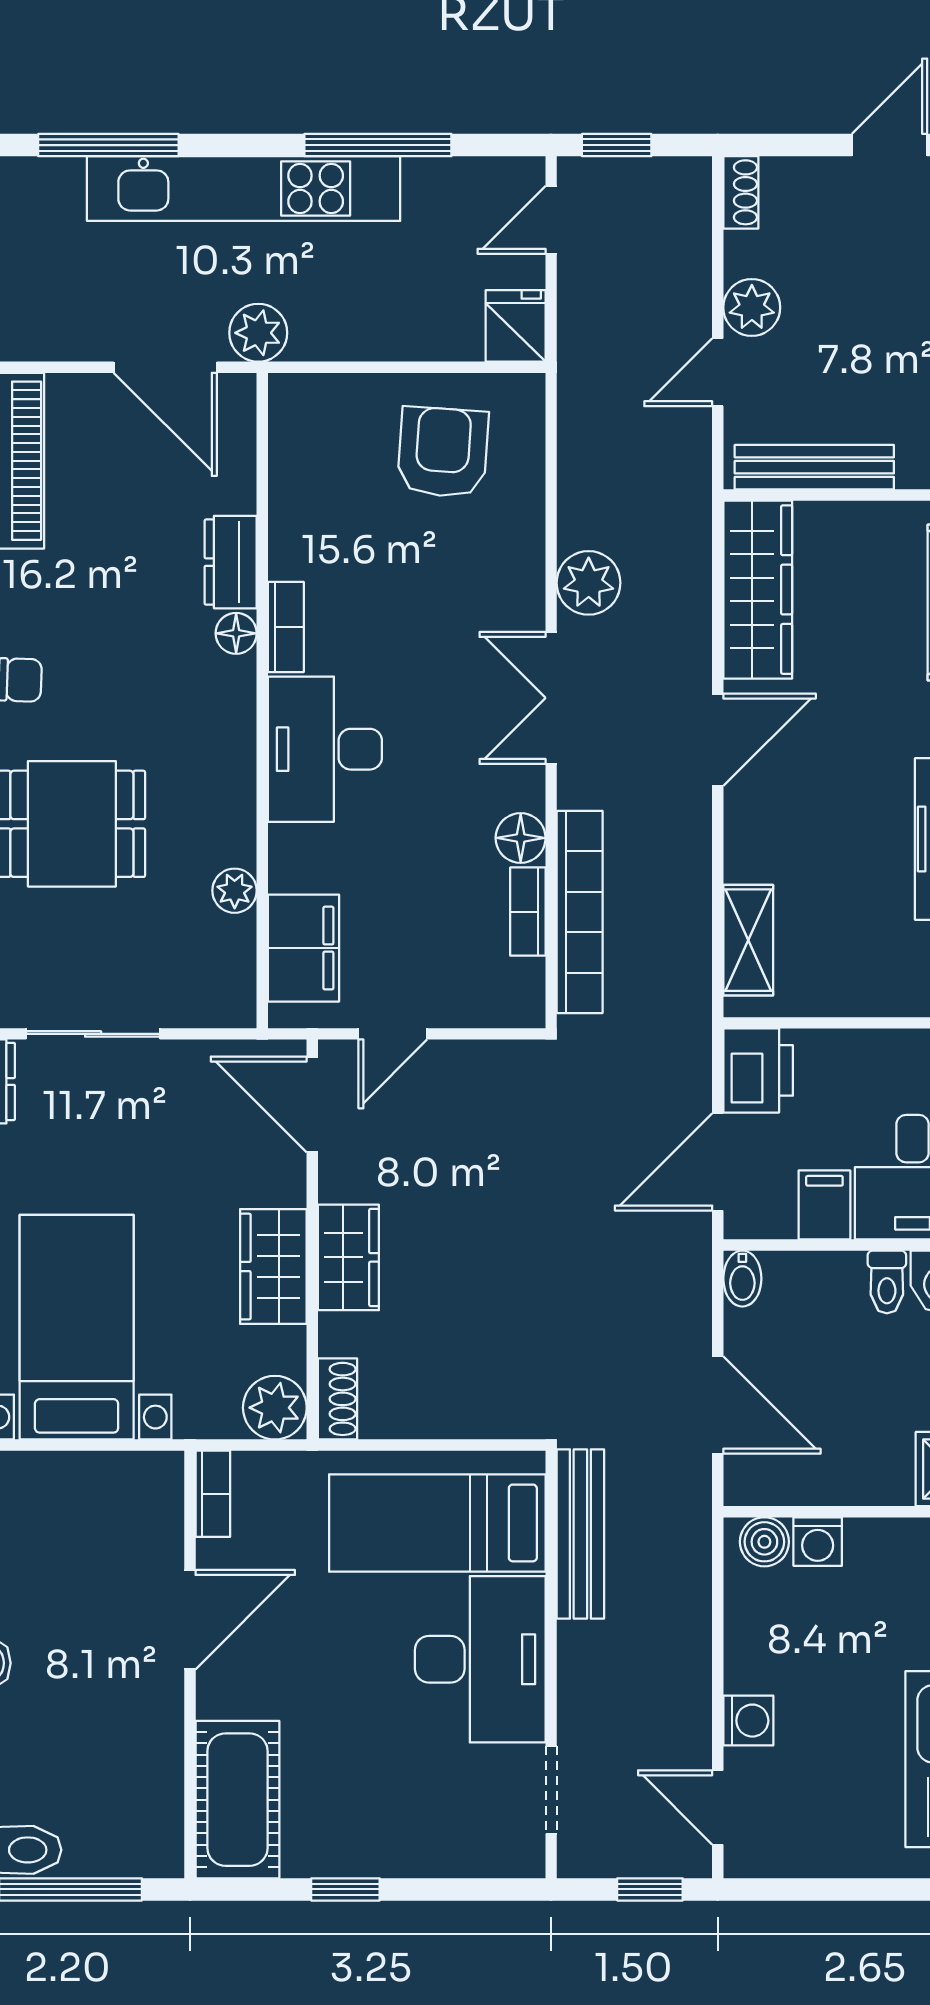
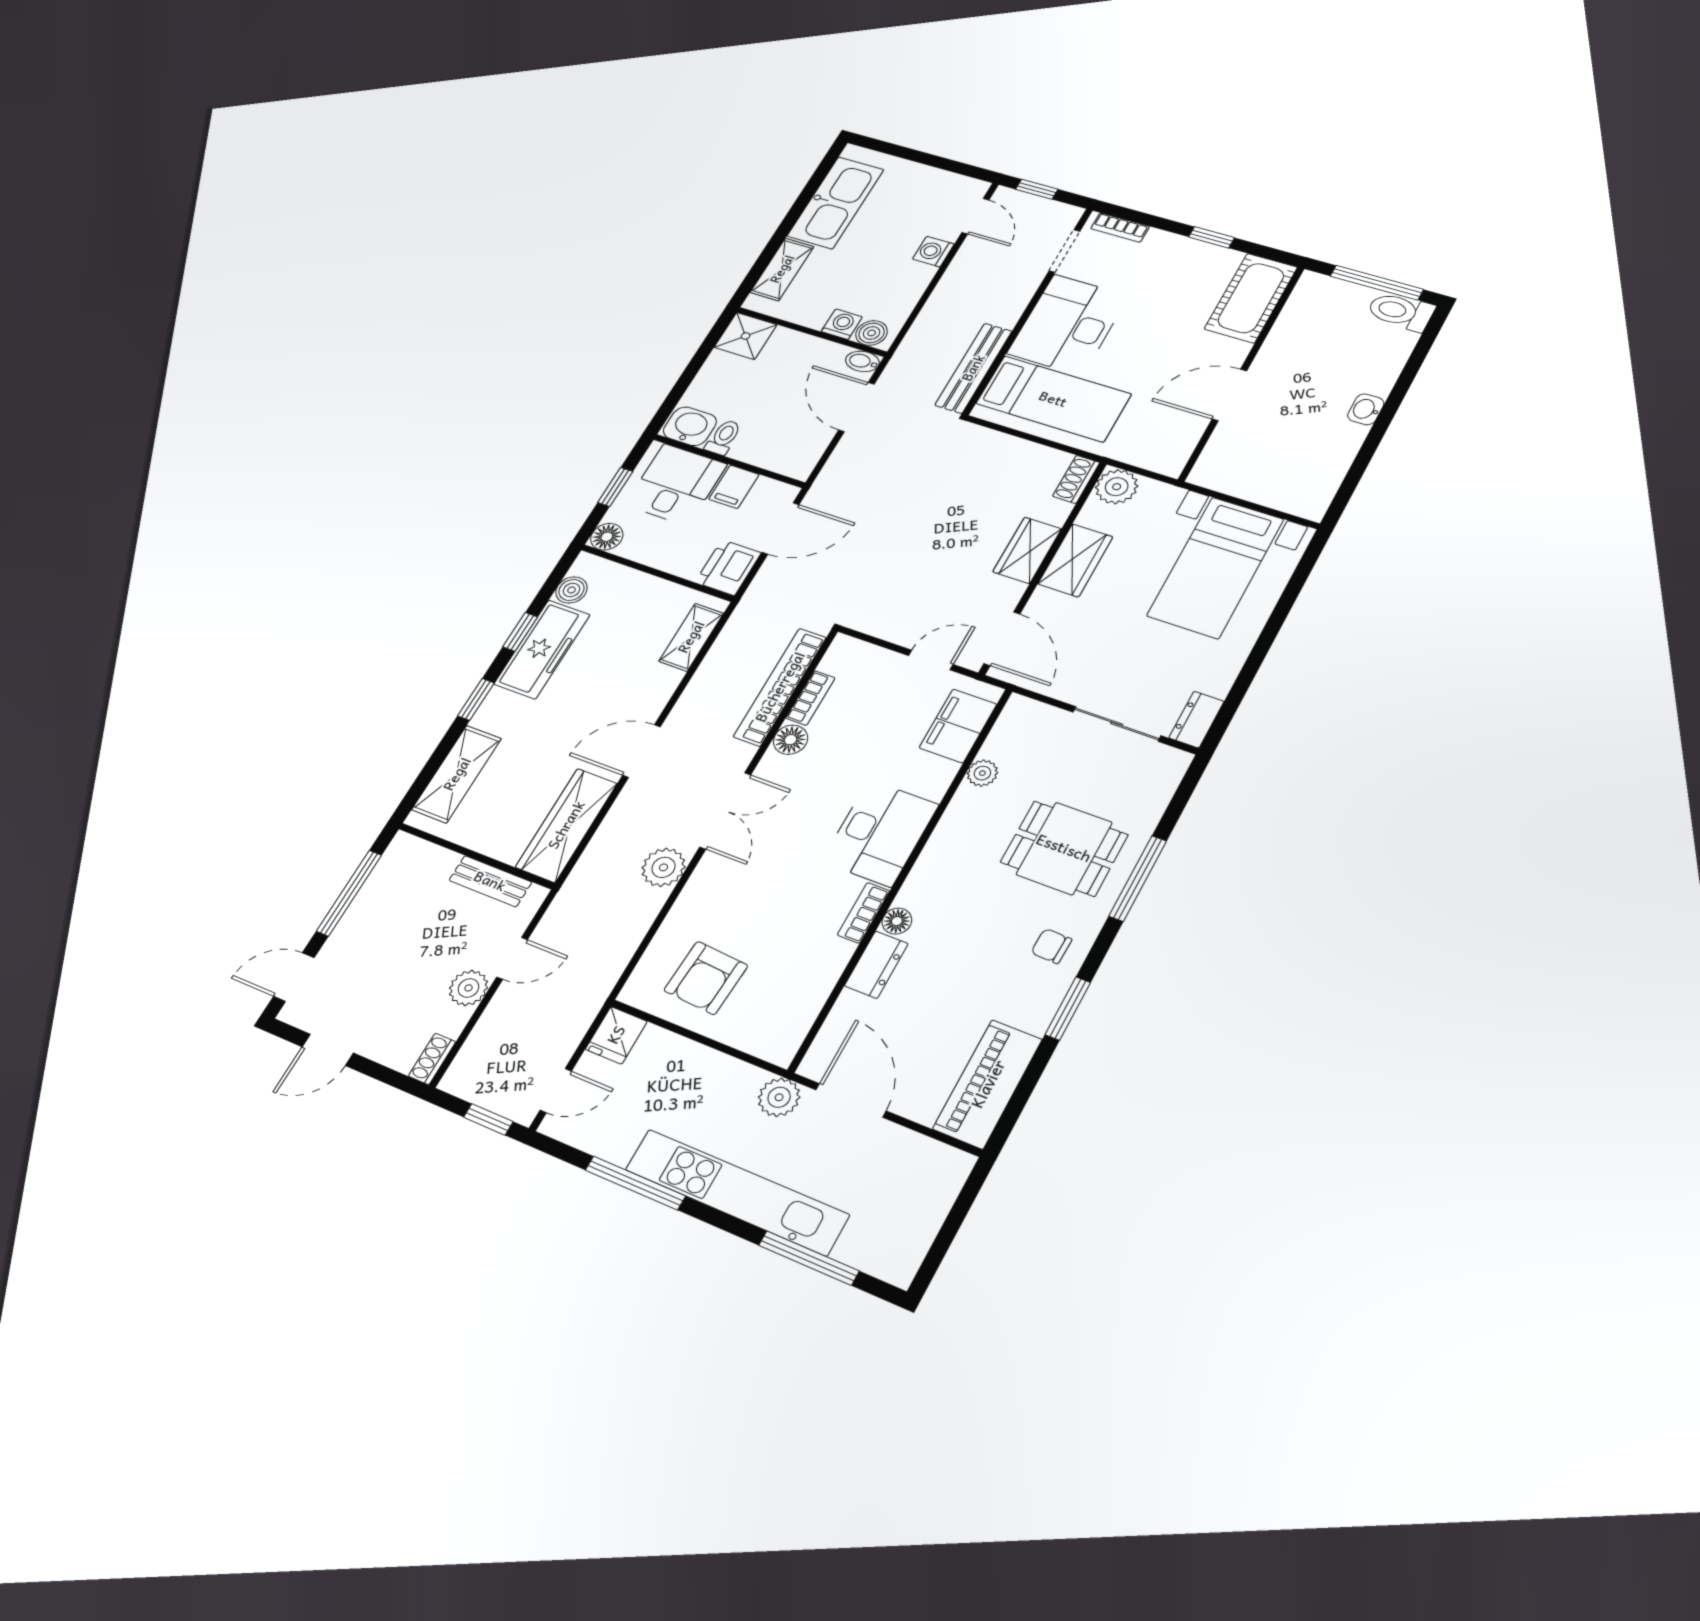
bench: (814, 467) -> (490, 881), width x0.73
bidet: (742, 1279) -> (862, 361), moved, turned -90
bookcase: (213, 1494) -> (1120, 228), moved, turned -90

